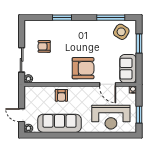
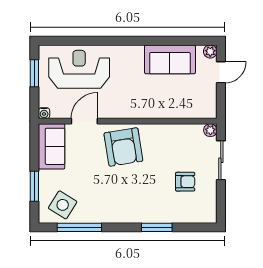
armchair: (83, 68) -> (123, 147), turned -99
door: (108, 84) -> (84, 121), hinge flipped
armchair: (61, 95) -> (158, 104), removed
door: (22, 115) -> (221, 72), hinge flipped
sofa: (59, 123) -> (170, 59), width x0.73

